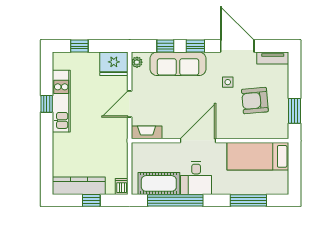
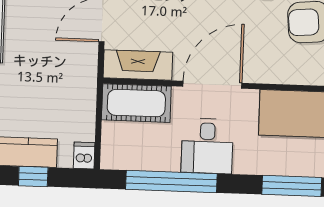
fireplace: (147, 132) -> (138, 65), width x1.37, depth x1.32
cot: (159, 183) -> (136, 103), moved

